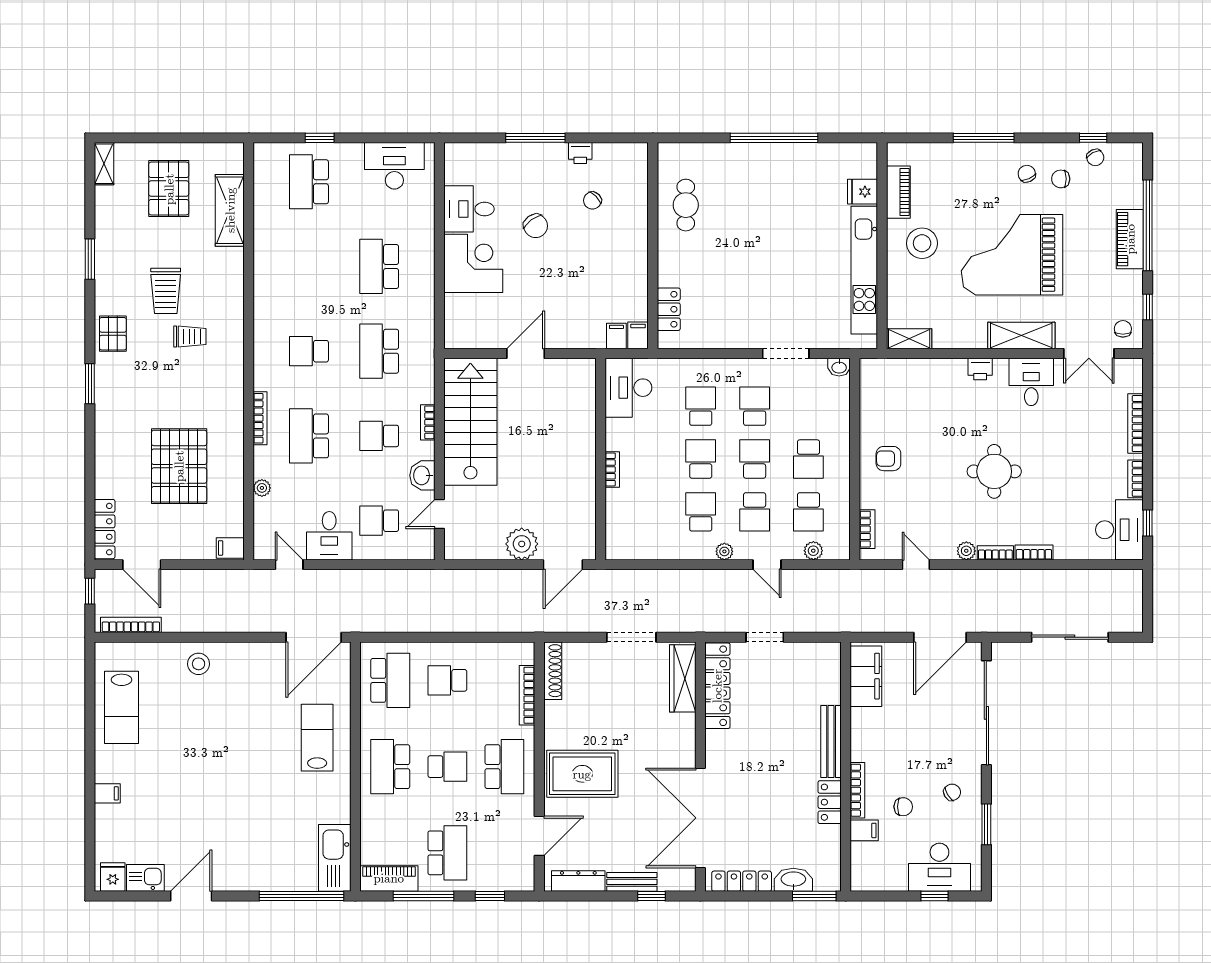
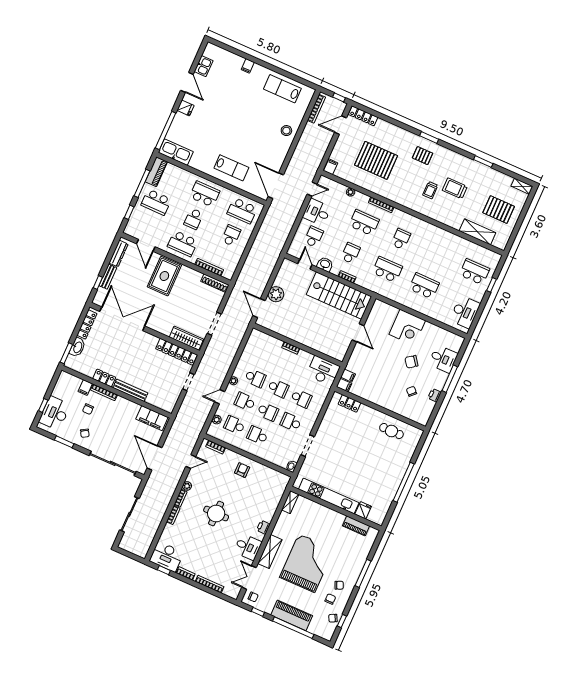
desk: (469, 209) -> (443, 359), moved, turned 90
piano: (1130, 239) -> (292, 615), width x1.37, depth x1.33
stool: (922, 243) -> (329, 526), removed
pallet: (113, 334) -> (423, 156), moved
school desk: (755, 406) -> (291, 422), turned 180
fridge: (113, 877) -> (185, 108), moved

